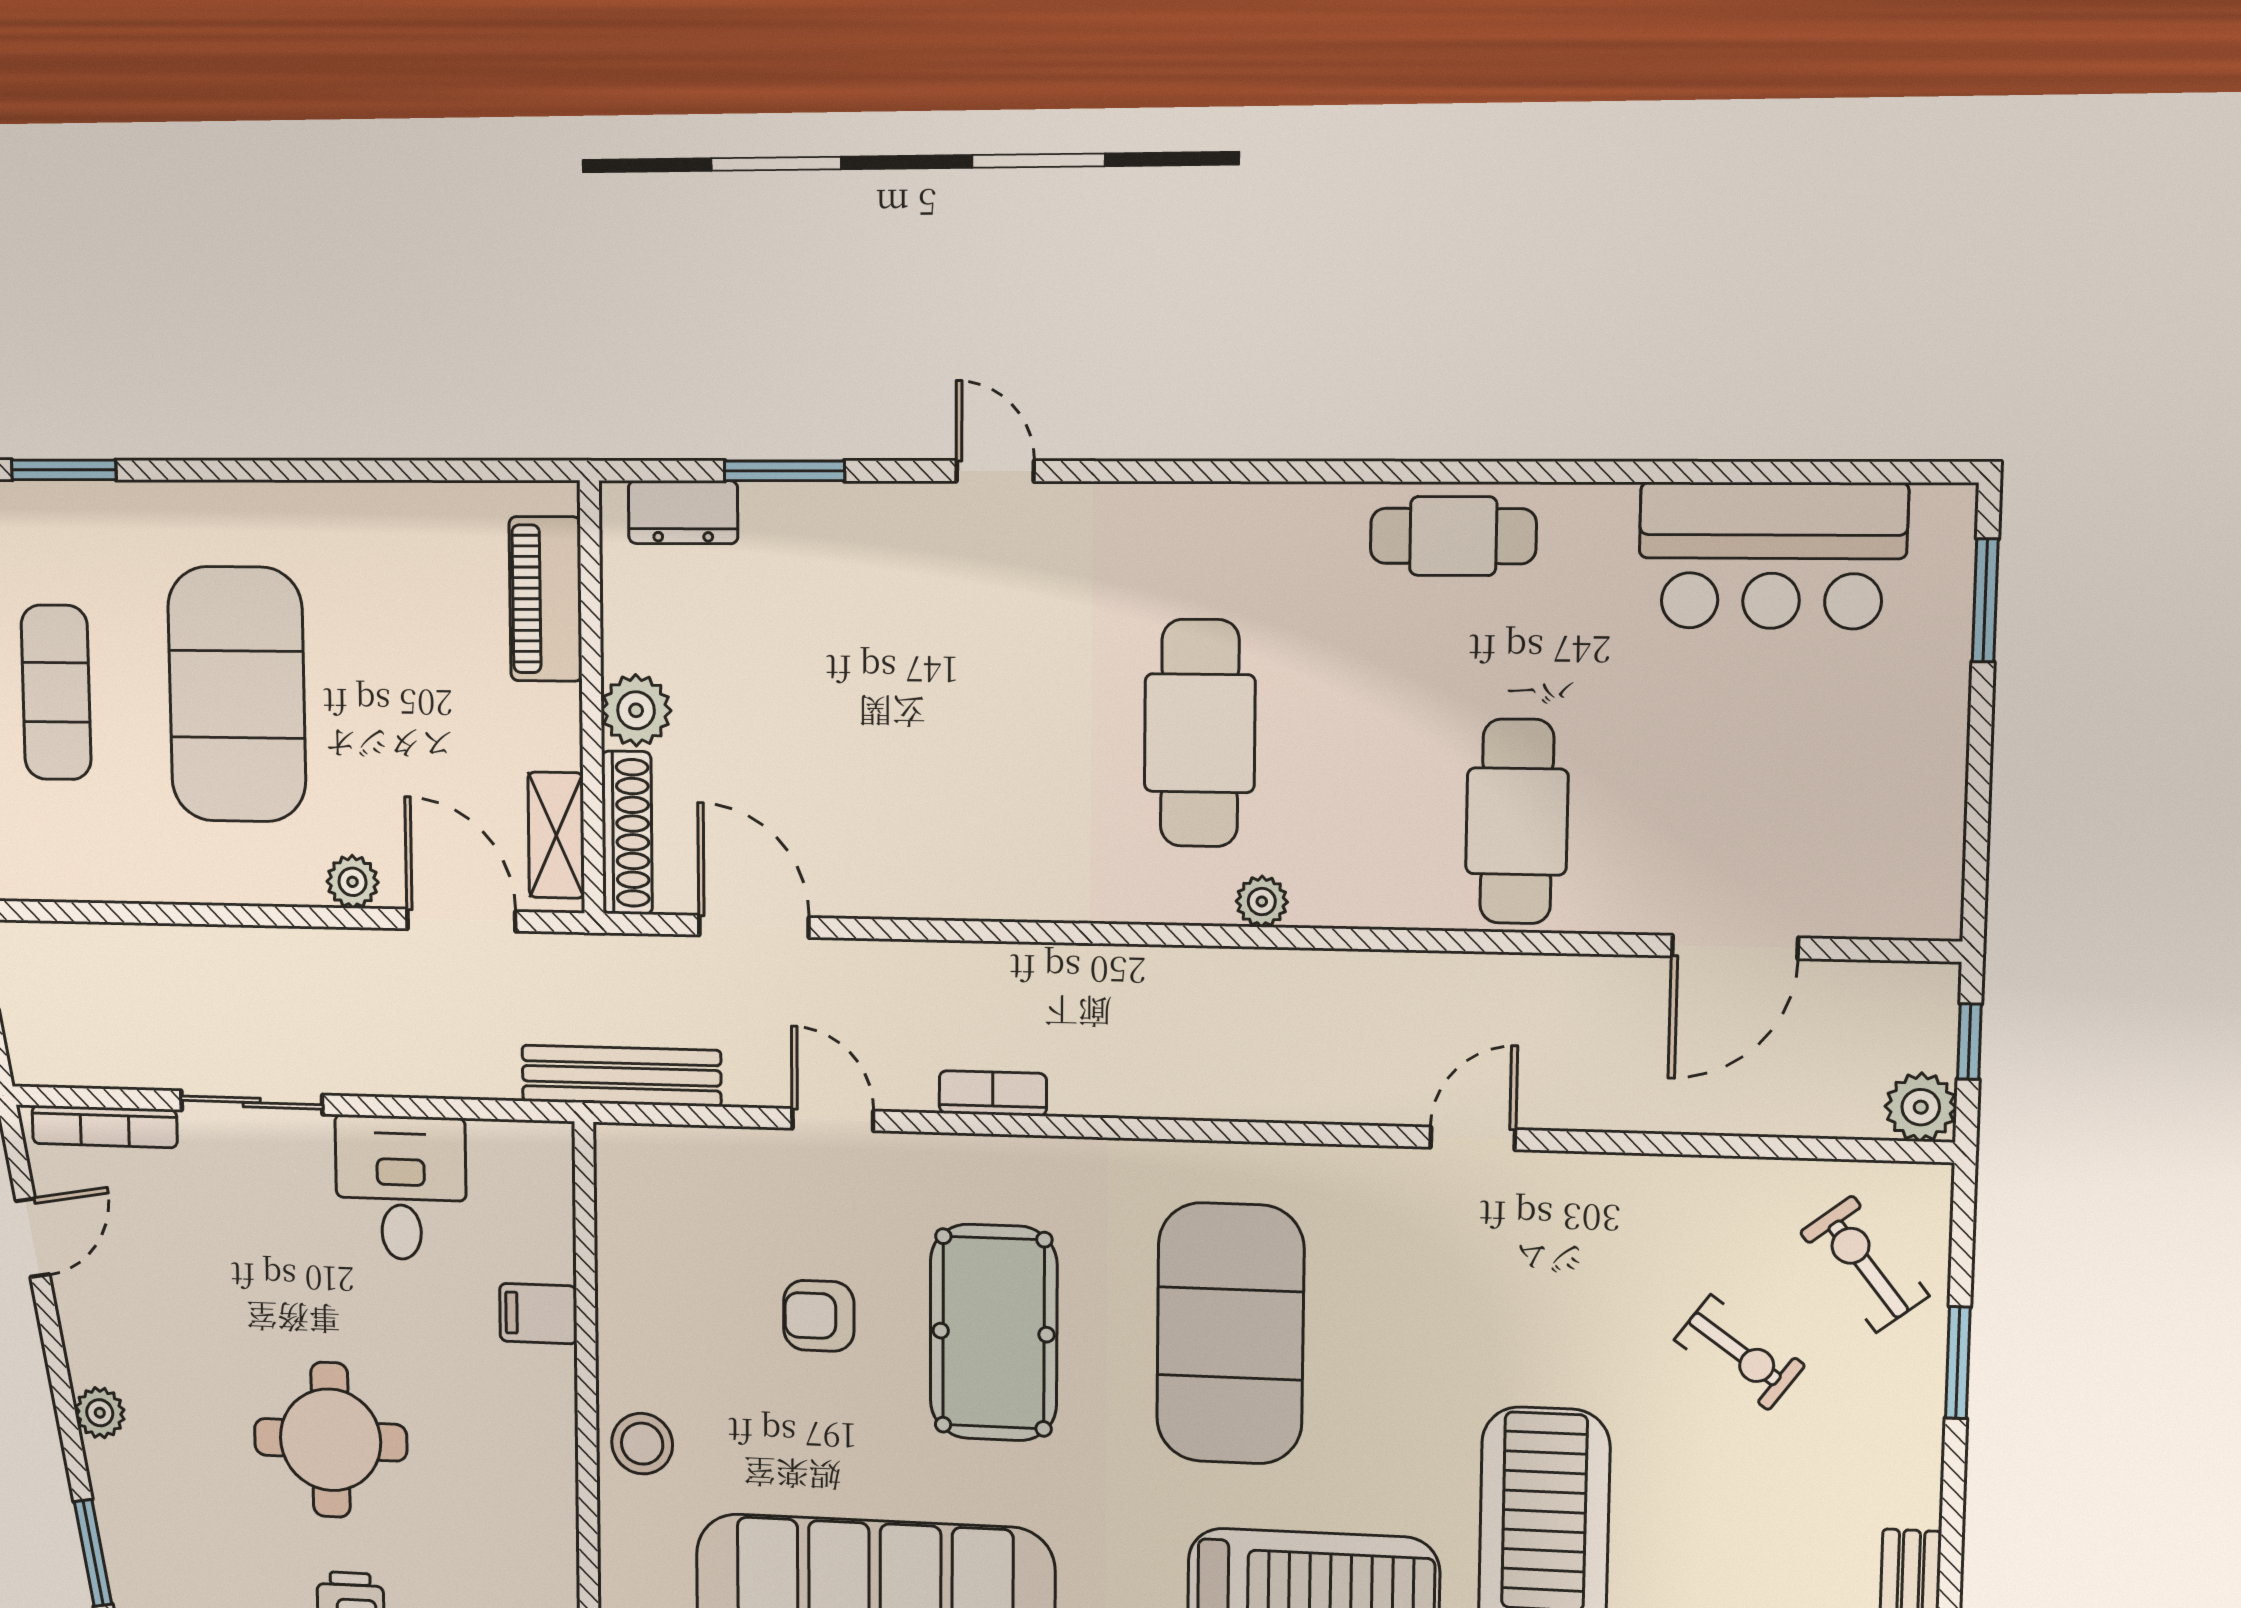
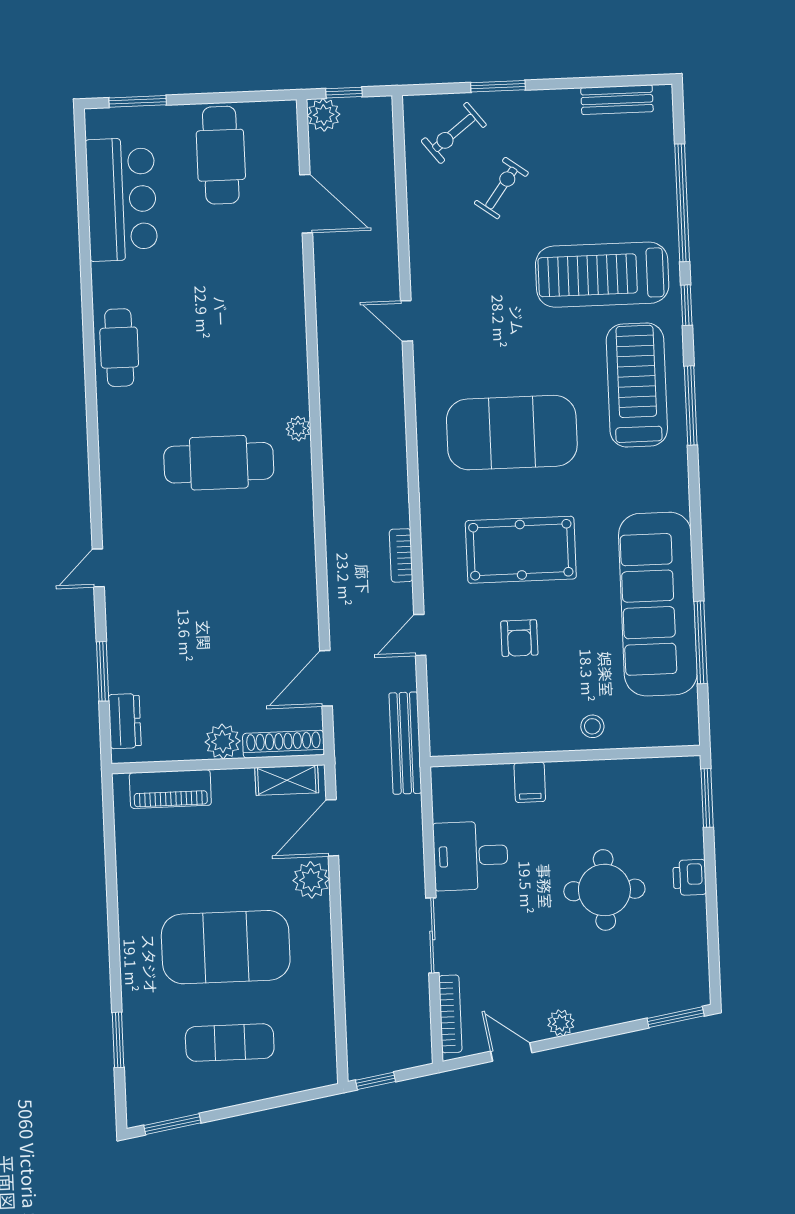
cafe table: (1517, 821) -> (221, 155), moved, turned 90
plant: (353, 882) -> (311, 880), width x1.38, depth x1.38
plant: (1921, 1107) -> (324, 115), moved
plant: (100, 1413) -> (561, 1023), moved
stool: (642, 1444) -> (592, 726), width x0.73, depth x0.73

